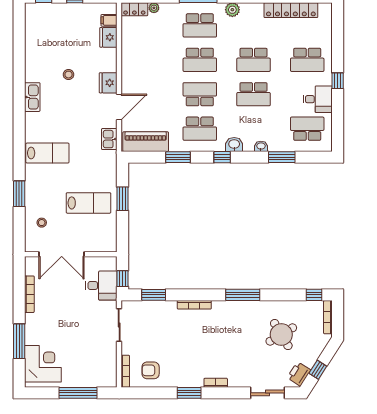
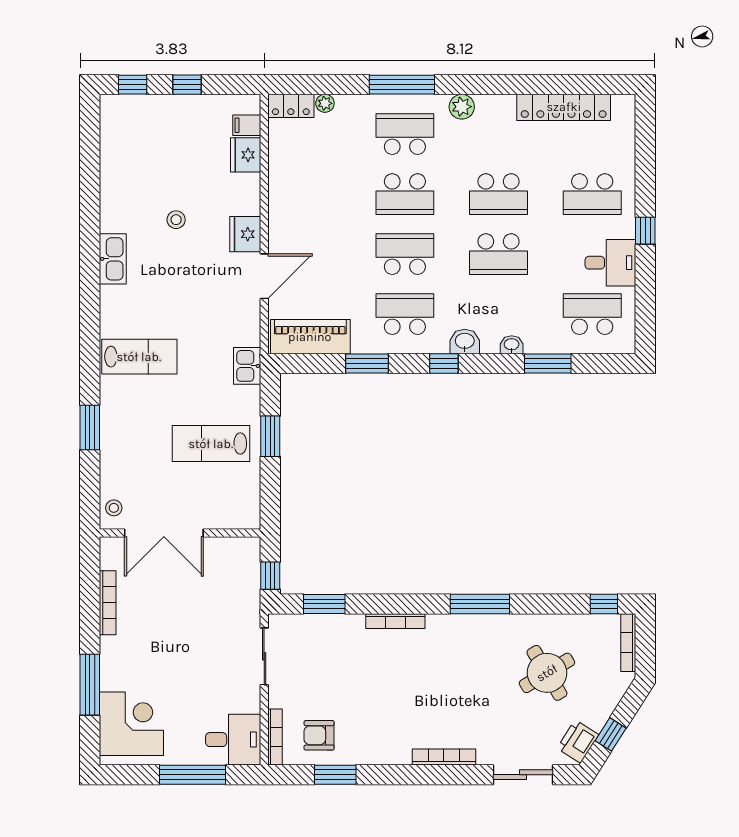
school desk: (200, 25) -> (405, 134), turned 180
school desk: (200, 129) -> (405, 314), turned 180
kitchen sink: (109, 139) -> (247, 366), moved
lab bench: (89, 203) -> (211, 444), turned 180
stool: (42, 223) -> (114, 508), moved
desk: (101, 286) -> (233, 740), moved
bookcase: (216, 383) -> (444, 757), width x1.56
window: (189, 393) -> (335, 775), moved

